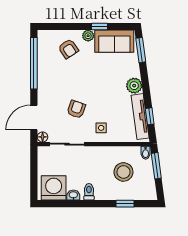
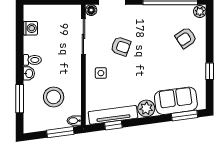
plant: (88, 36) -> (200, 11), moved
sofa: (114, 41) -> (176, 101), moved, turned 82
washing machine: (54, 188) -> (30, 28), width x0.53, depth x0.53
washbasin: (73, 195) -> (29, 73), moved
window: (125, 204) -> (20, 99), width x1.50

